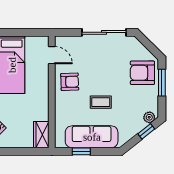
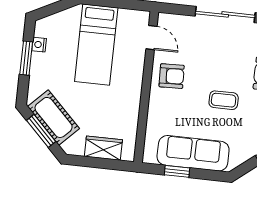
coffee table: (101, 102) -> (224, 100), moved
wardrobe: (41, 135) -> (103, 148), moved, turned 90

